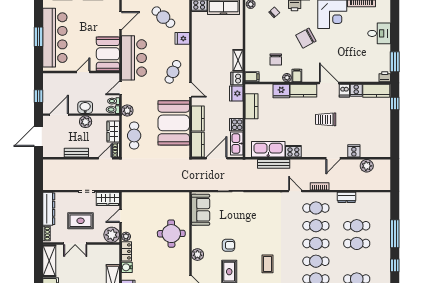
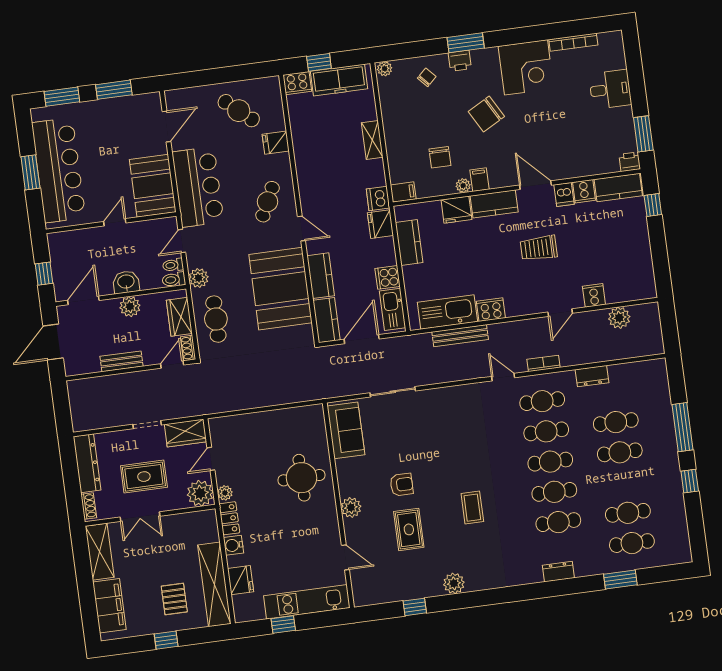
shelving: (238, 60) -> (372, 140), moved

